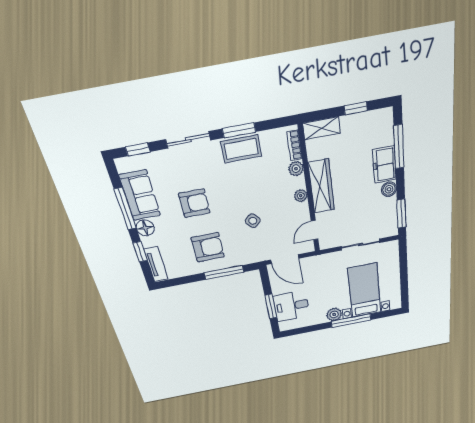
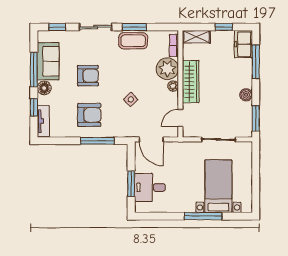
freezer: (384, 165) -> (243, 44), moved
plant: (296, 169) -> (167, 69), width x1.87, depth x1.87
plant: (334, 314) -> (188, 205), removed

